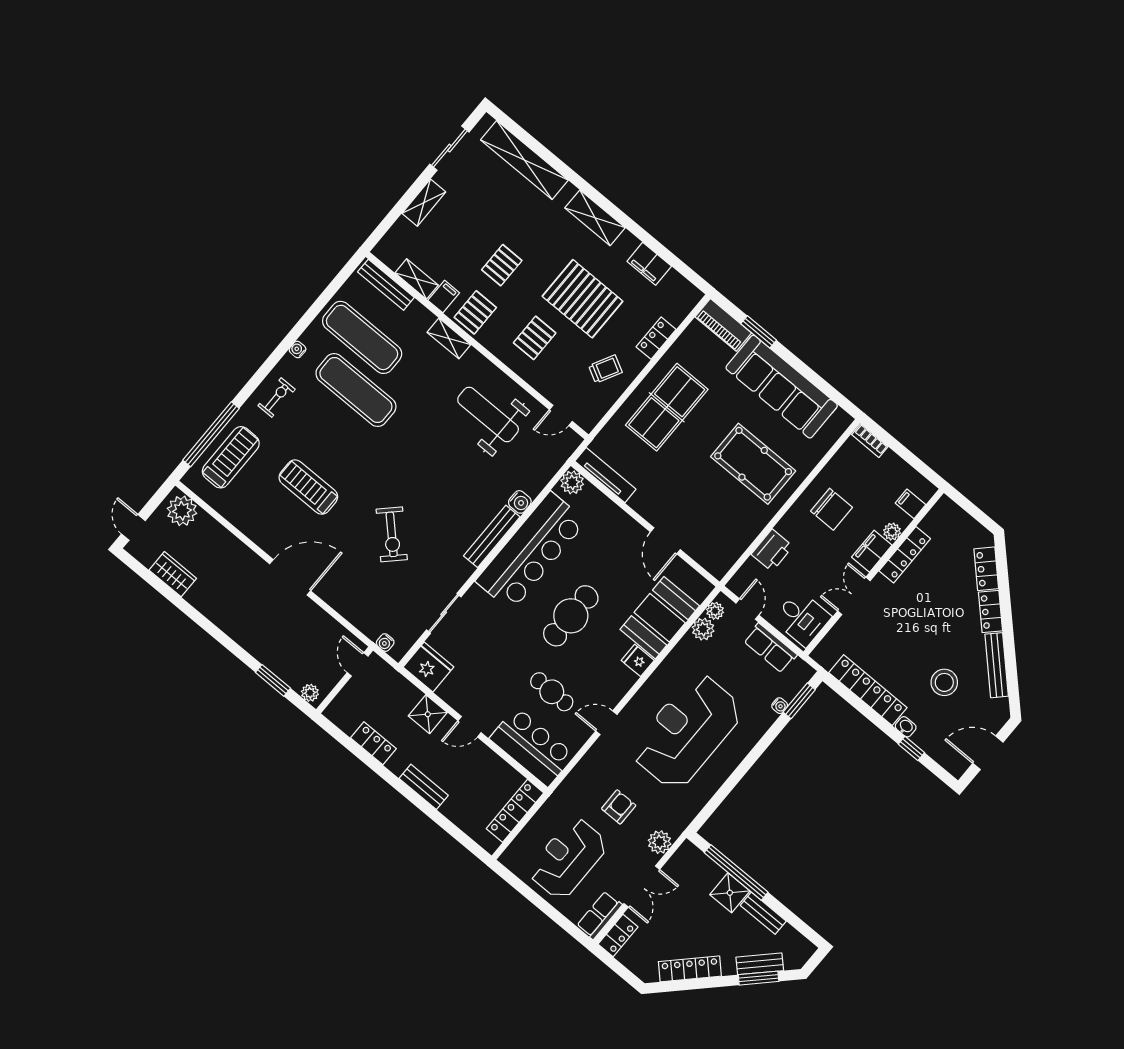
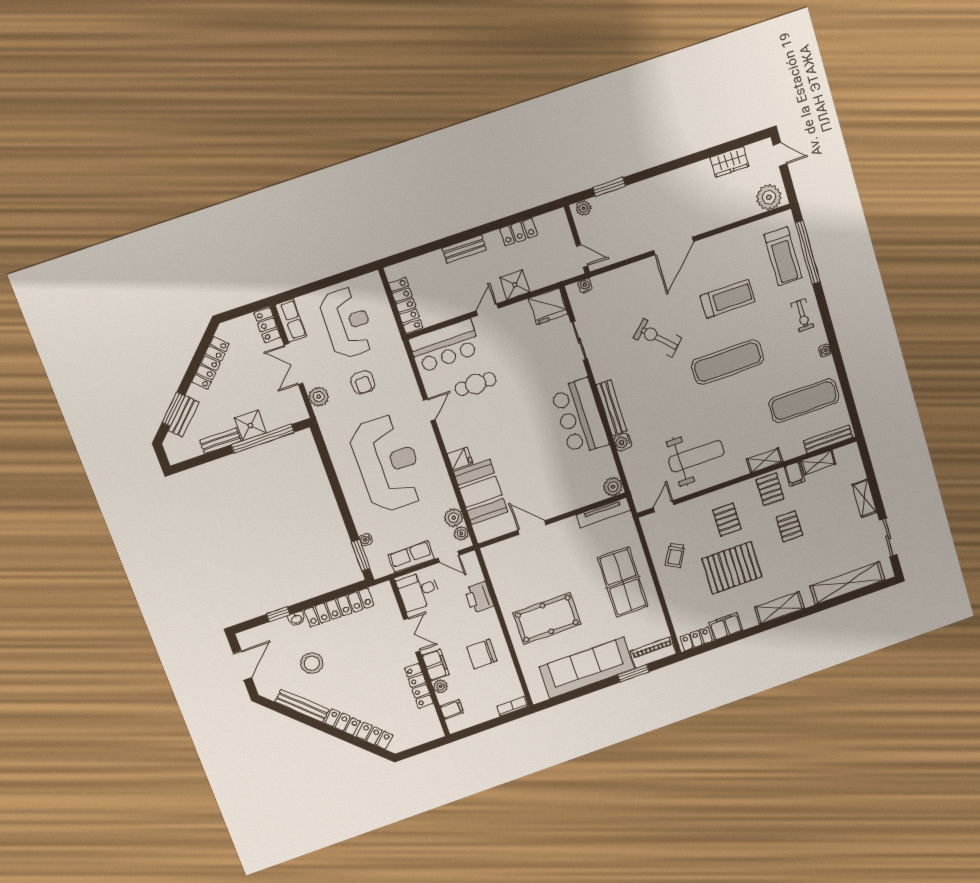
locker: (656, 338) -> (696, 639), moved, turned -90
exercise mat: (356, 390) -> (728, 362), moved
bar counter: (531, 551) -> (580, 417), width x0.73
cafe table: (571, 616) -> (521, 430), removed

